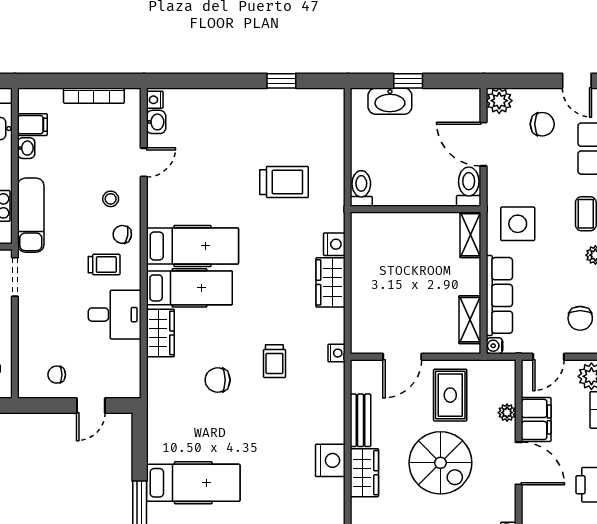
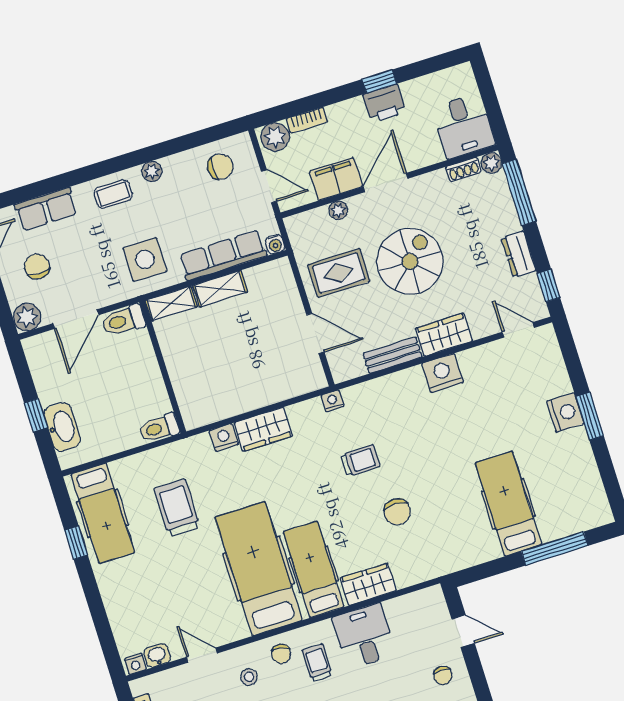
hospital bed: (300, 113) -> (103, 513), added
hospital bed: (192, 246) -> (259, 569), width x1.37, depth x1.29
shelving: (470, 320) -> (220, 289), moved

